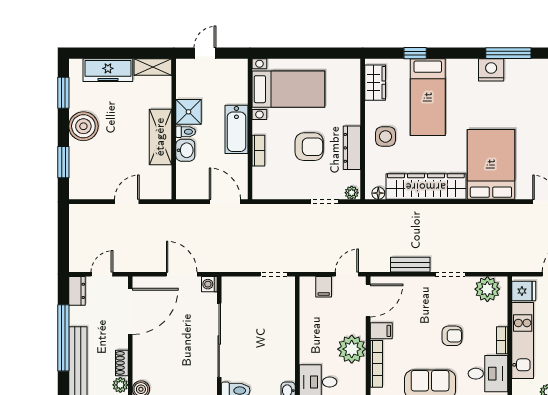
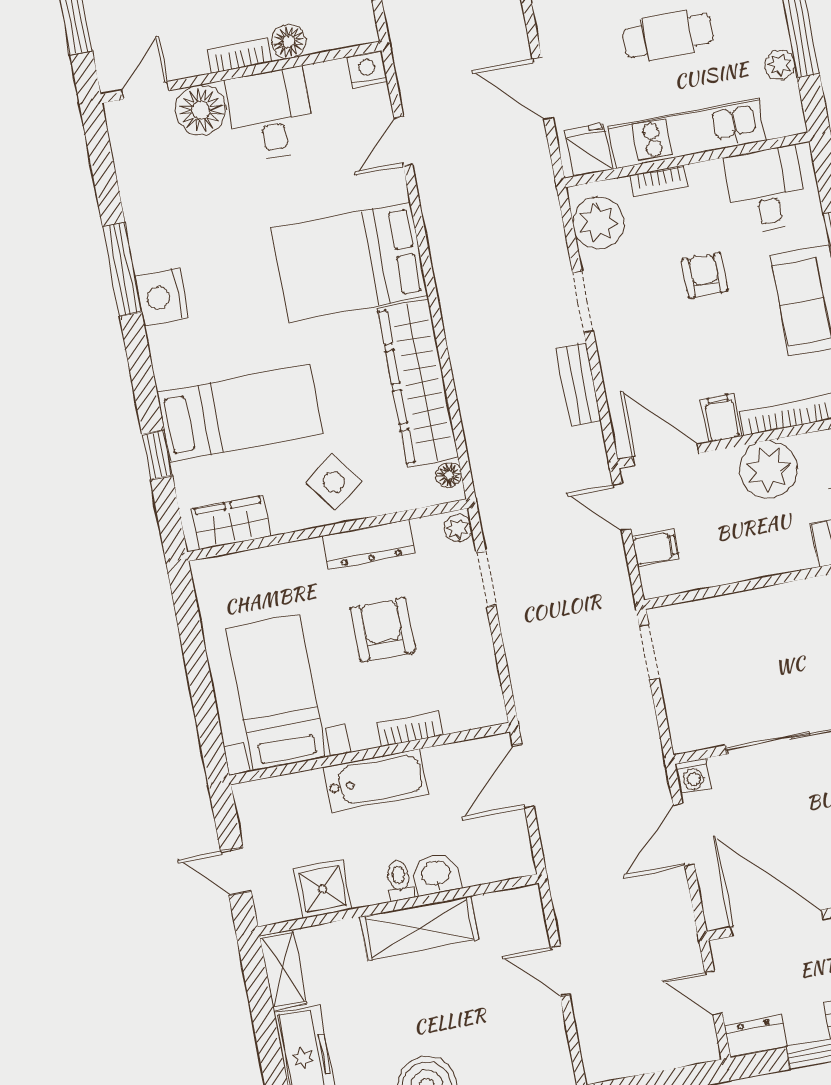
shower: (188, 112) -> (322, 889), moved
side table: (385, 136) -> (334, 482), turned -36
bookcase: (502, 340) -> (659, 181), moved

